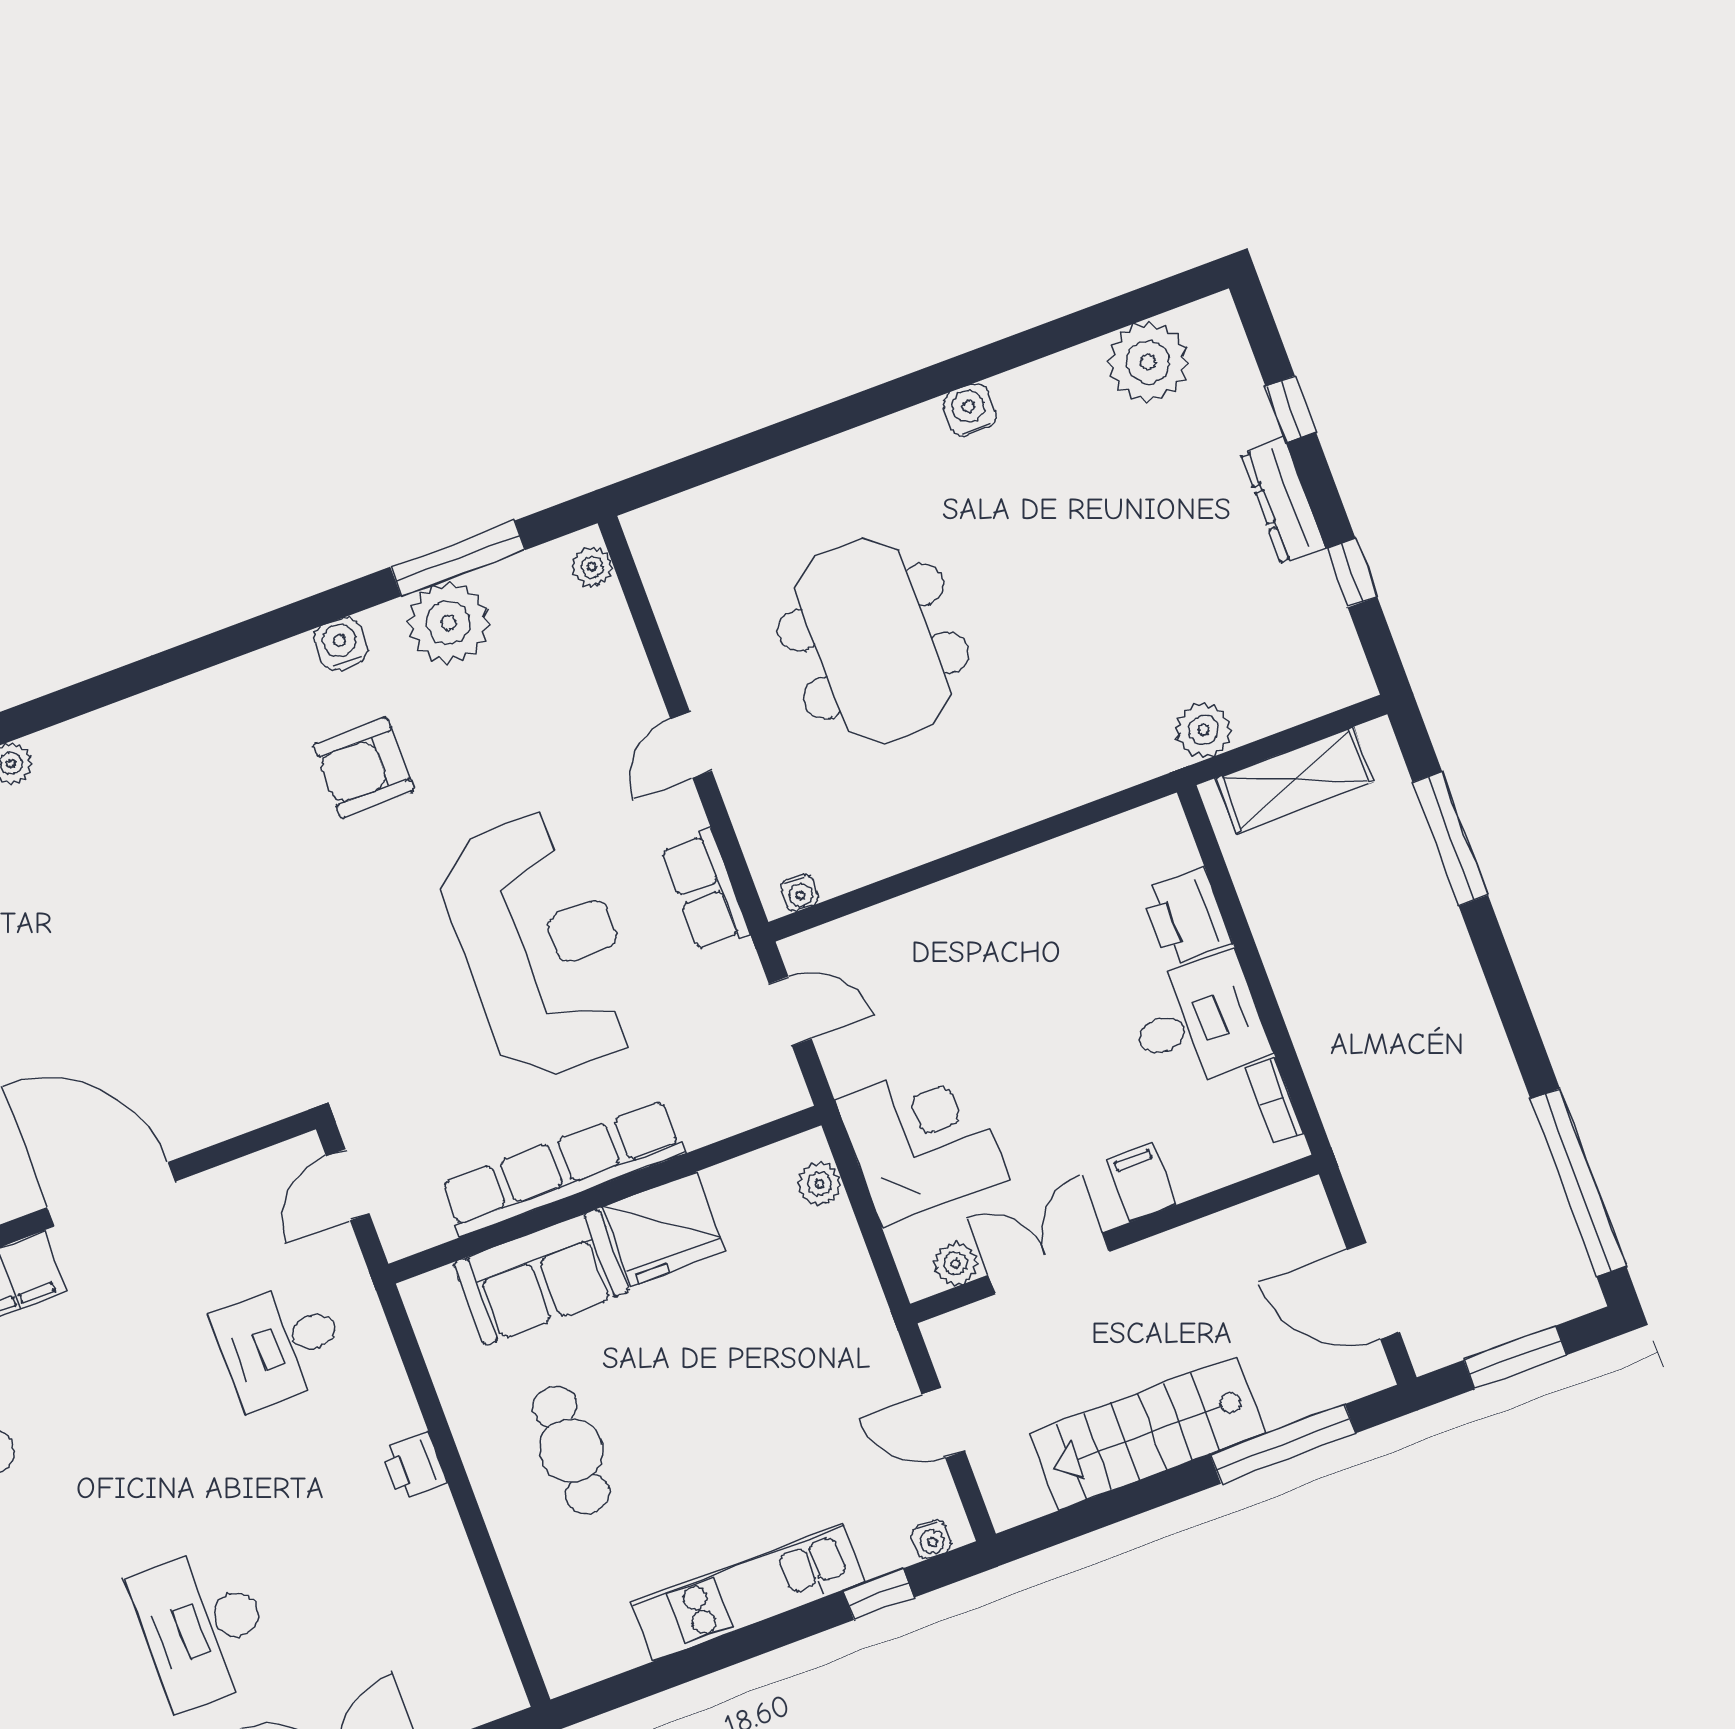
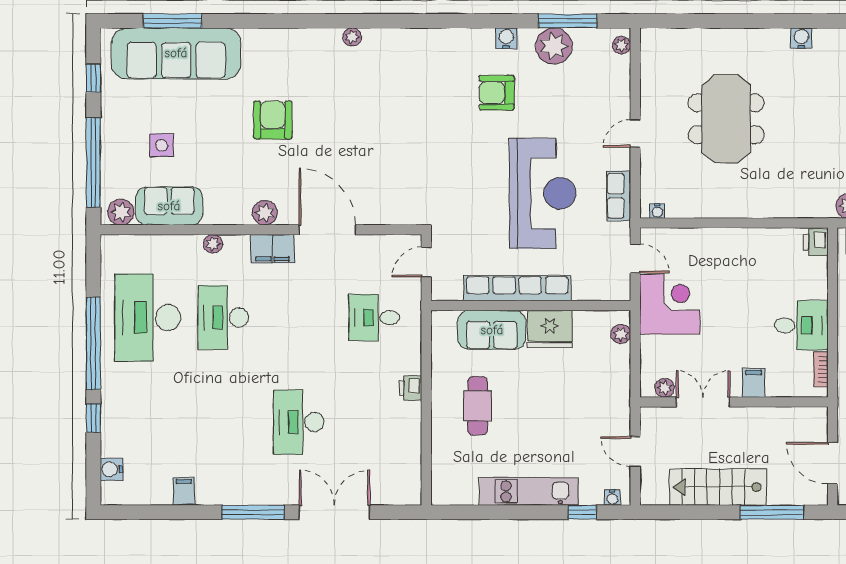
printer: (1187, 917) -> (816, 242), moved, width x0.73, depth x0.81
corner desk: (922, 1140) -> (670, 304), moved

